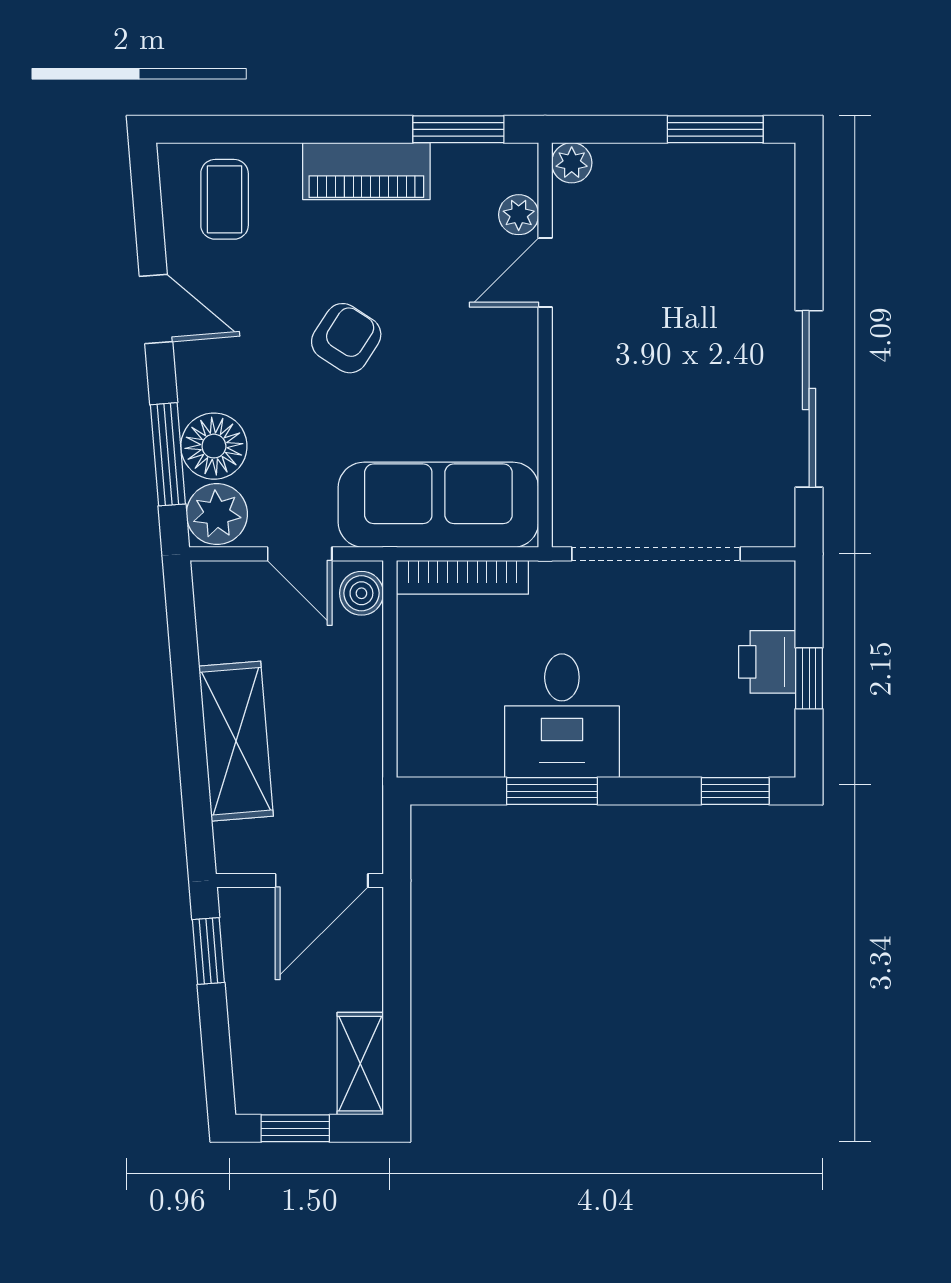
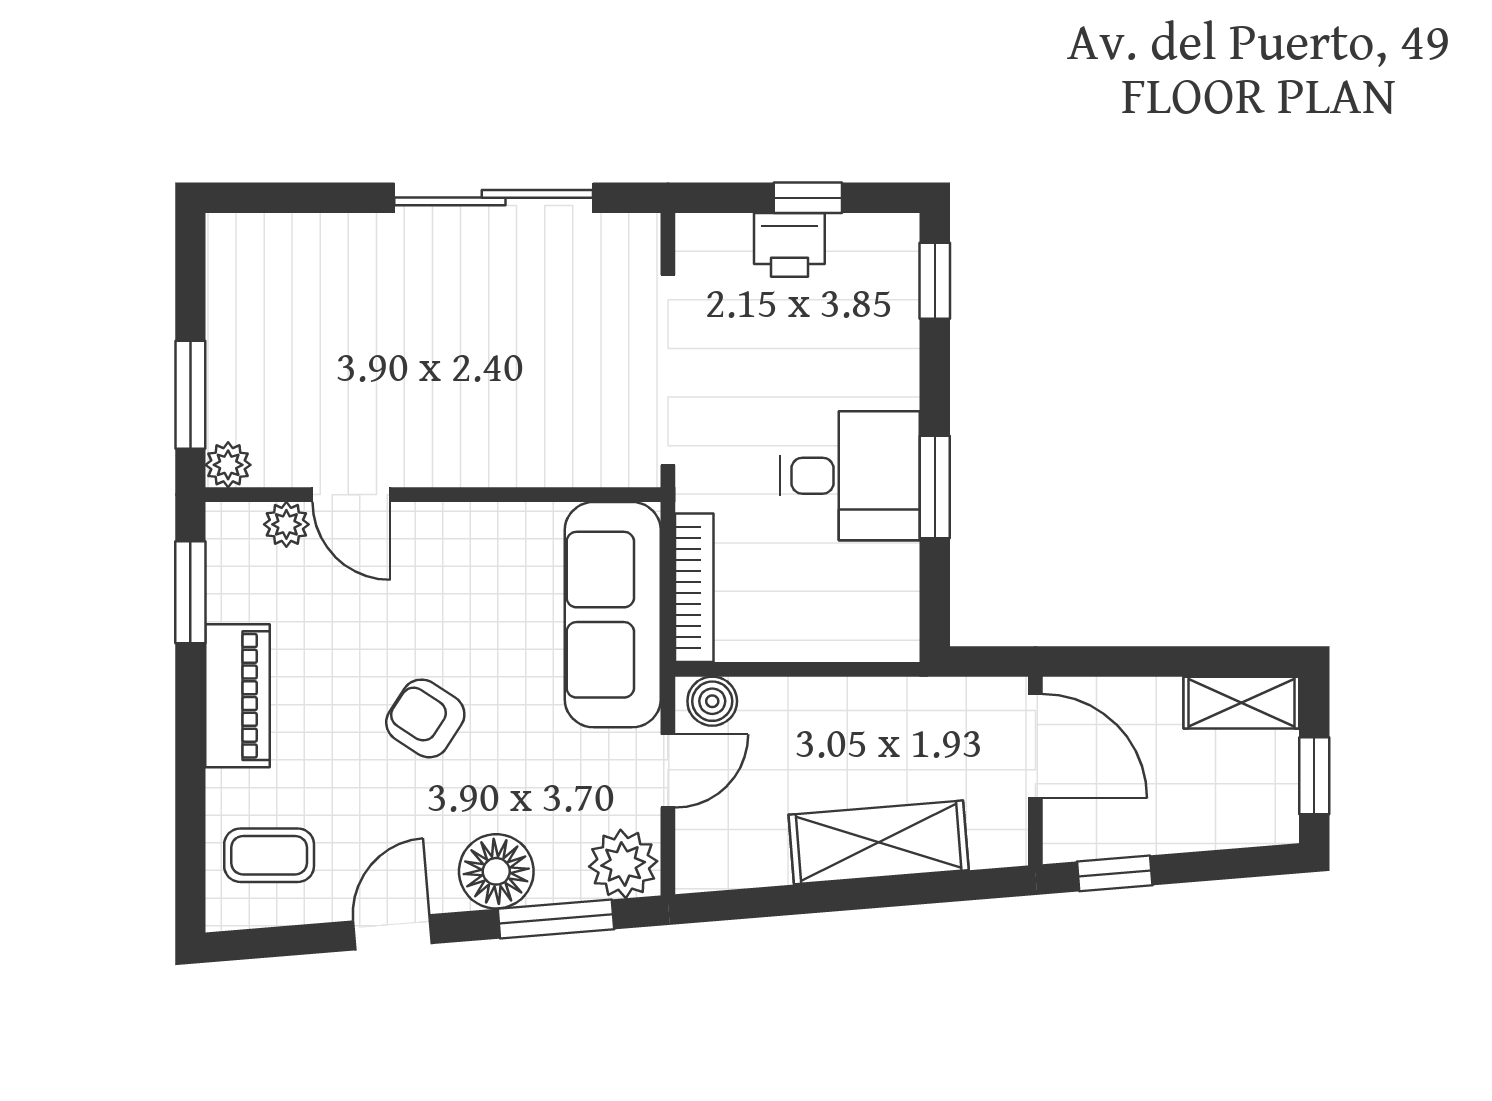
window: (715, 129) -> (190, 395), moved
floor lamp: (214, 446) -> (496, 871), moved

